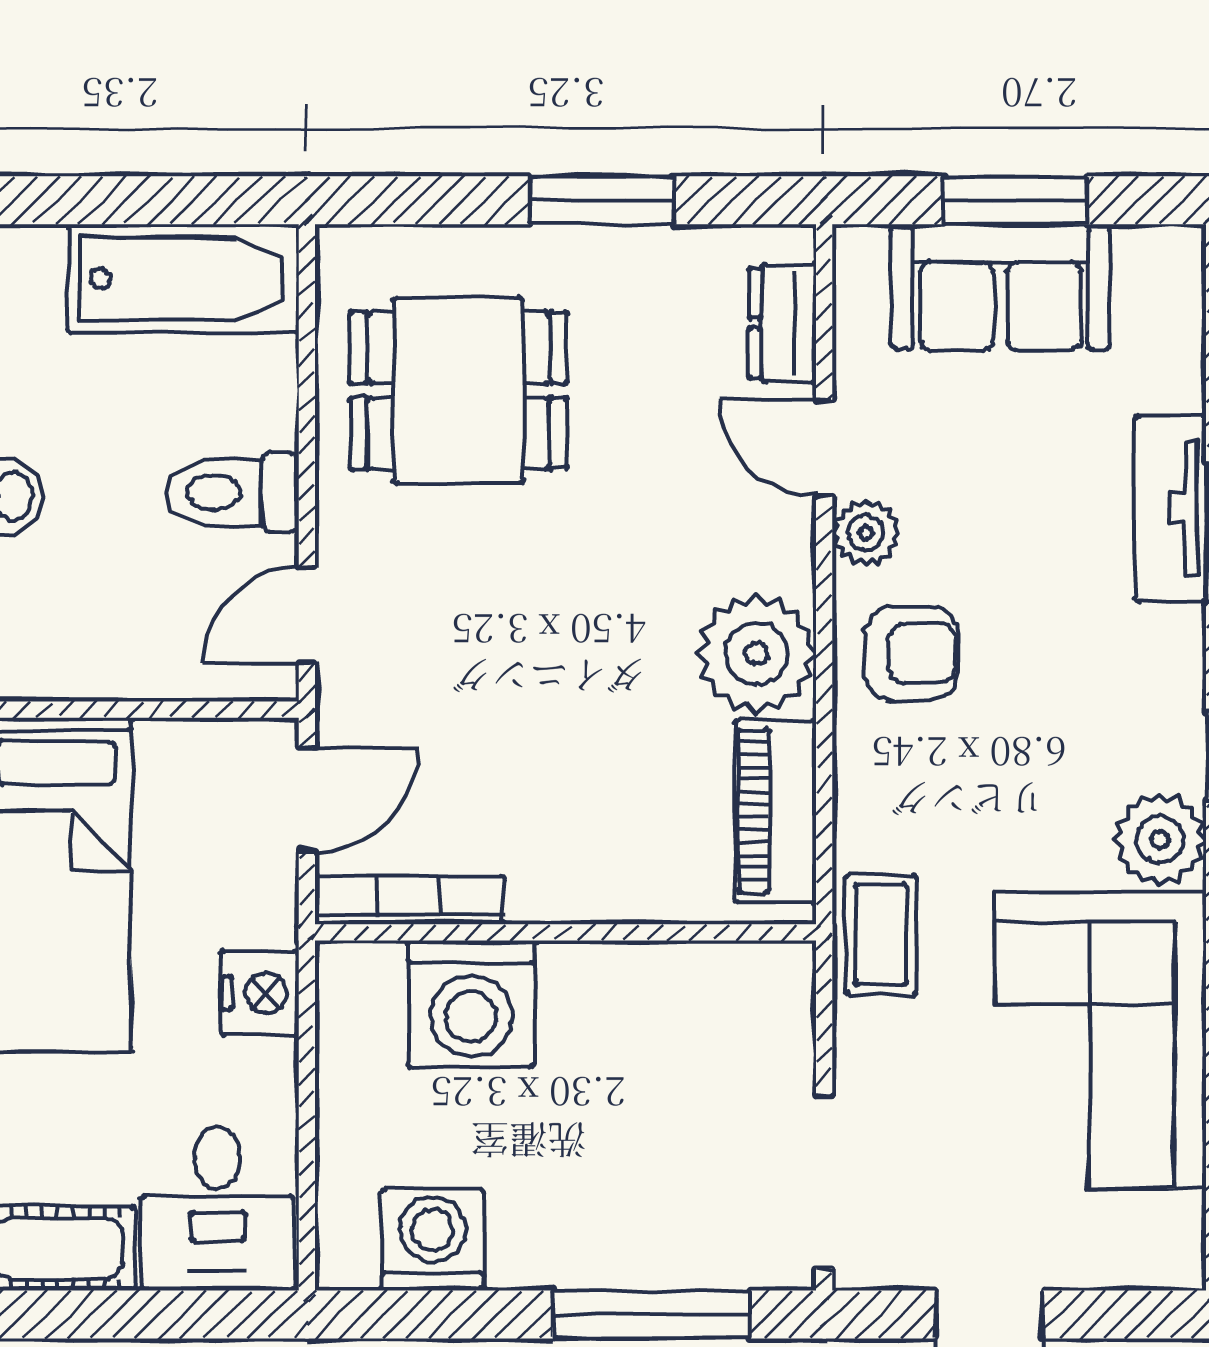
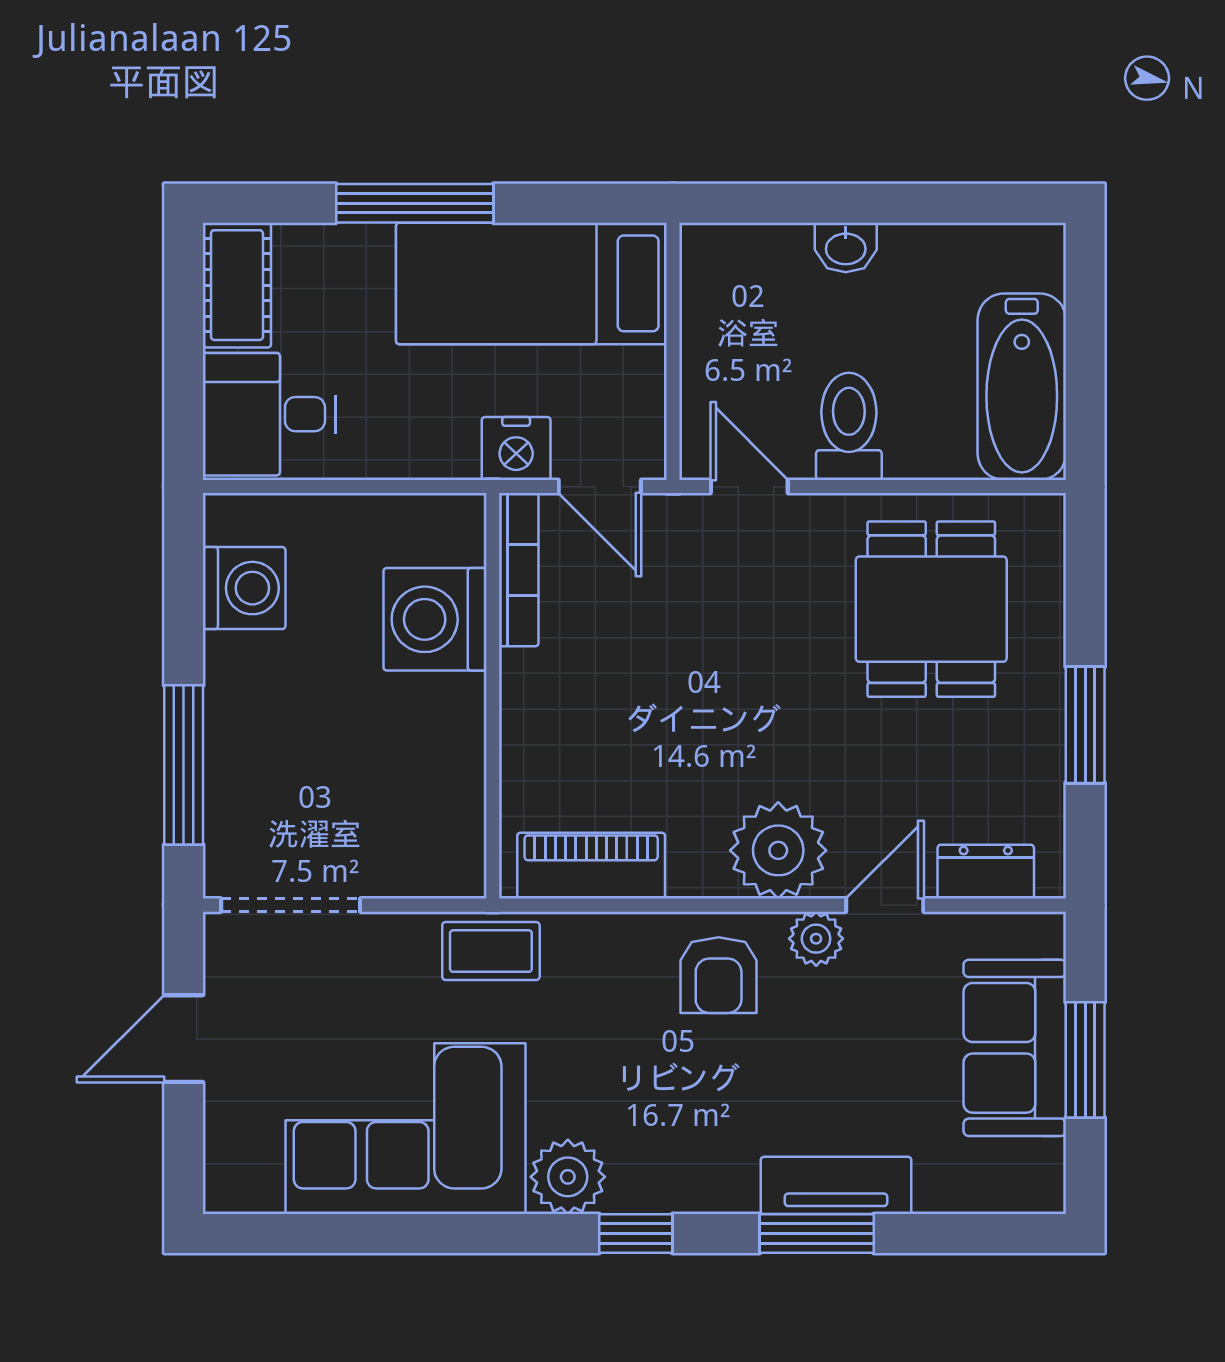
plant: (757, 654) -> (778, 850), moved
nightstand: (260, 993) -> (516, 449), moved

